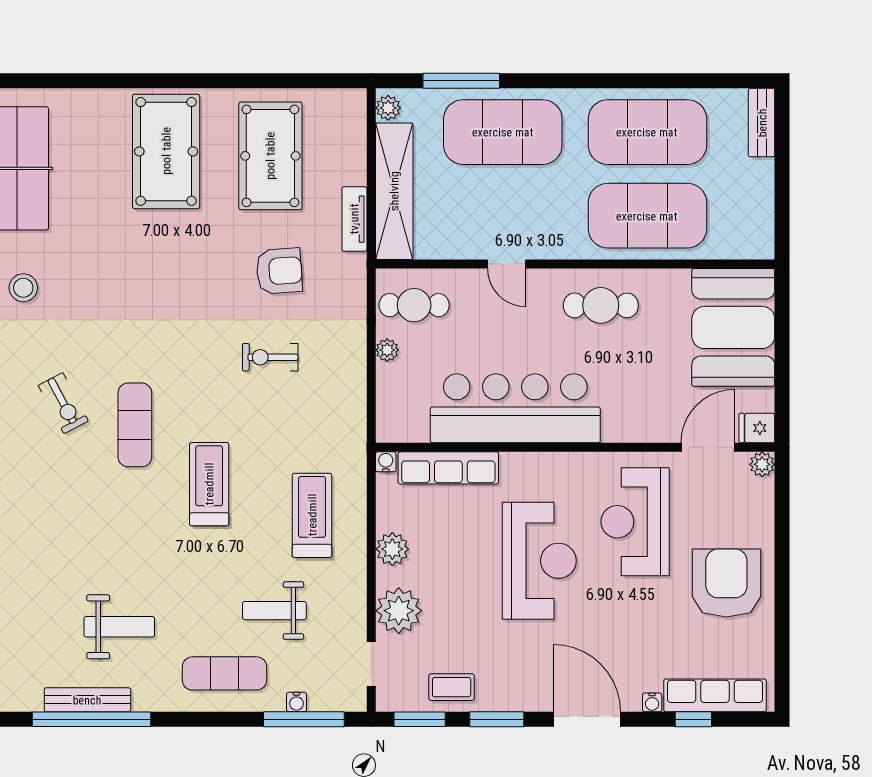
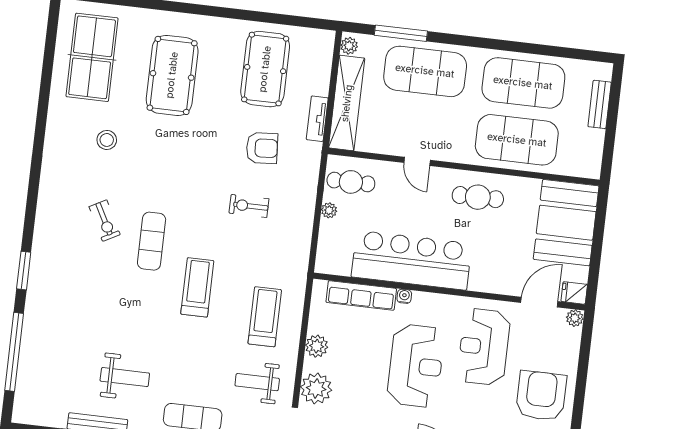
bench: (762, 123) -> (600, 104), moved
pool table: (166, 151) -> (172, 75), moved
stool: (23, 288) -> (107, 140), moved
water cooler: (386, 462) -> (404, 296), moved
weight bench: (274, 611) -> (257, 382), moved

